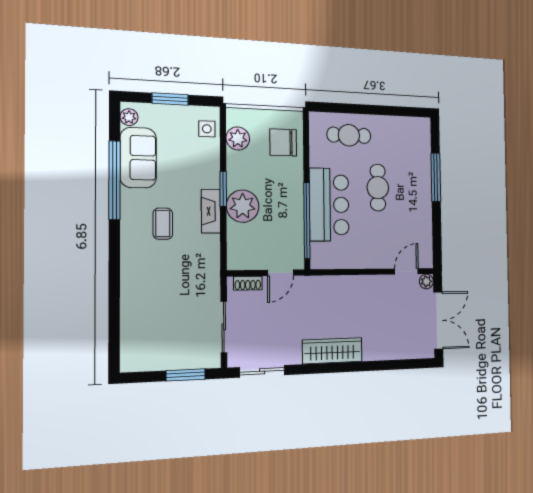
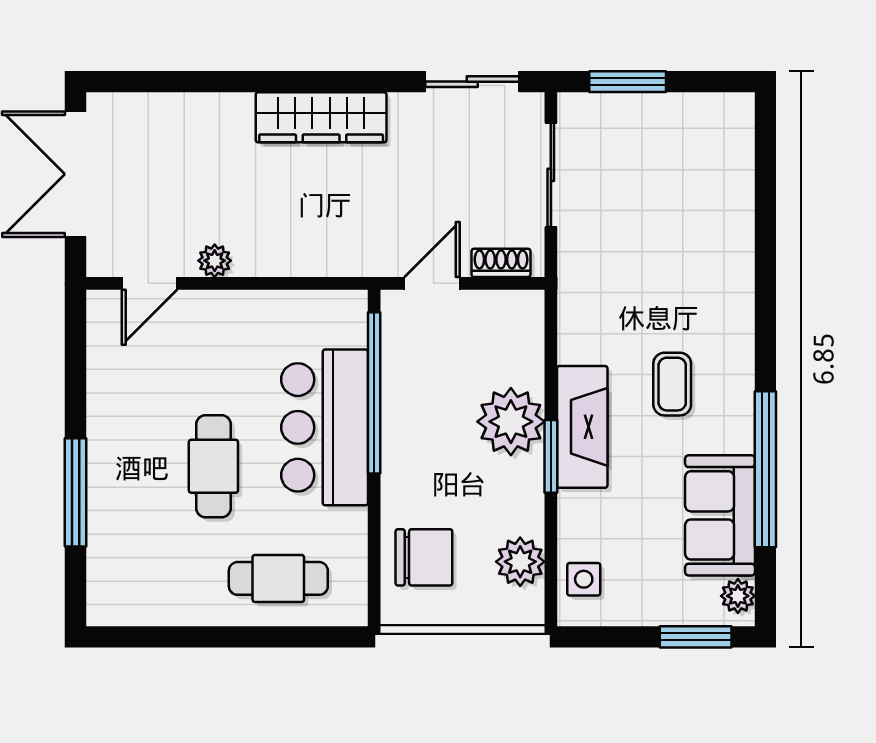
window: (170, 99) -> (696, 637), moved
fireplace: (211, 211) -> (582, 427), width x1.37, depth x1.32
plant: (426, 281) -> (215, 261), moved

